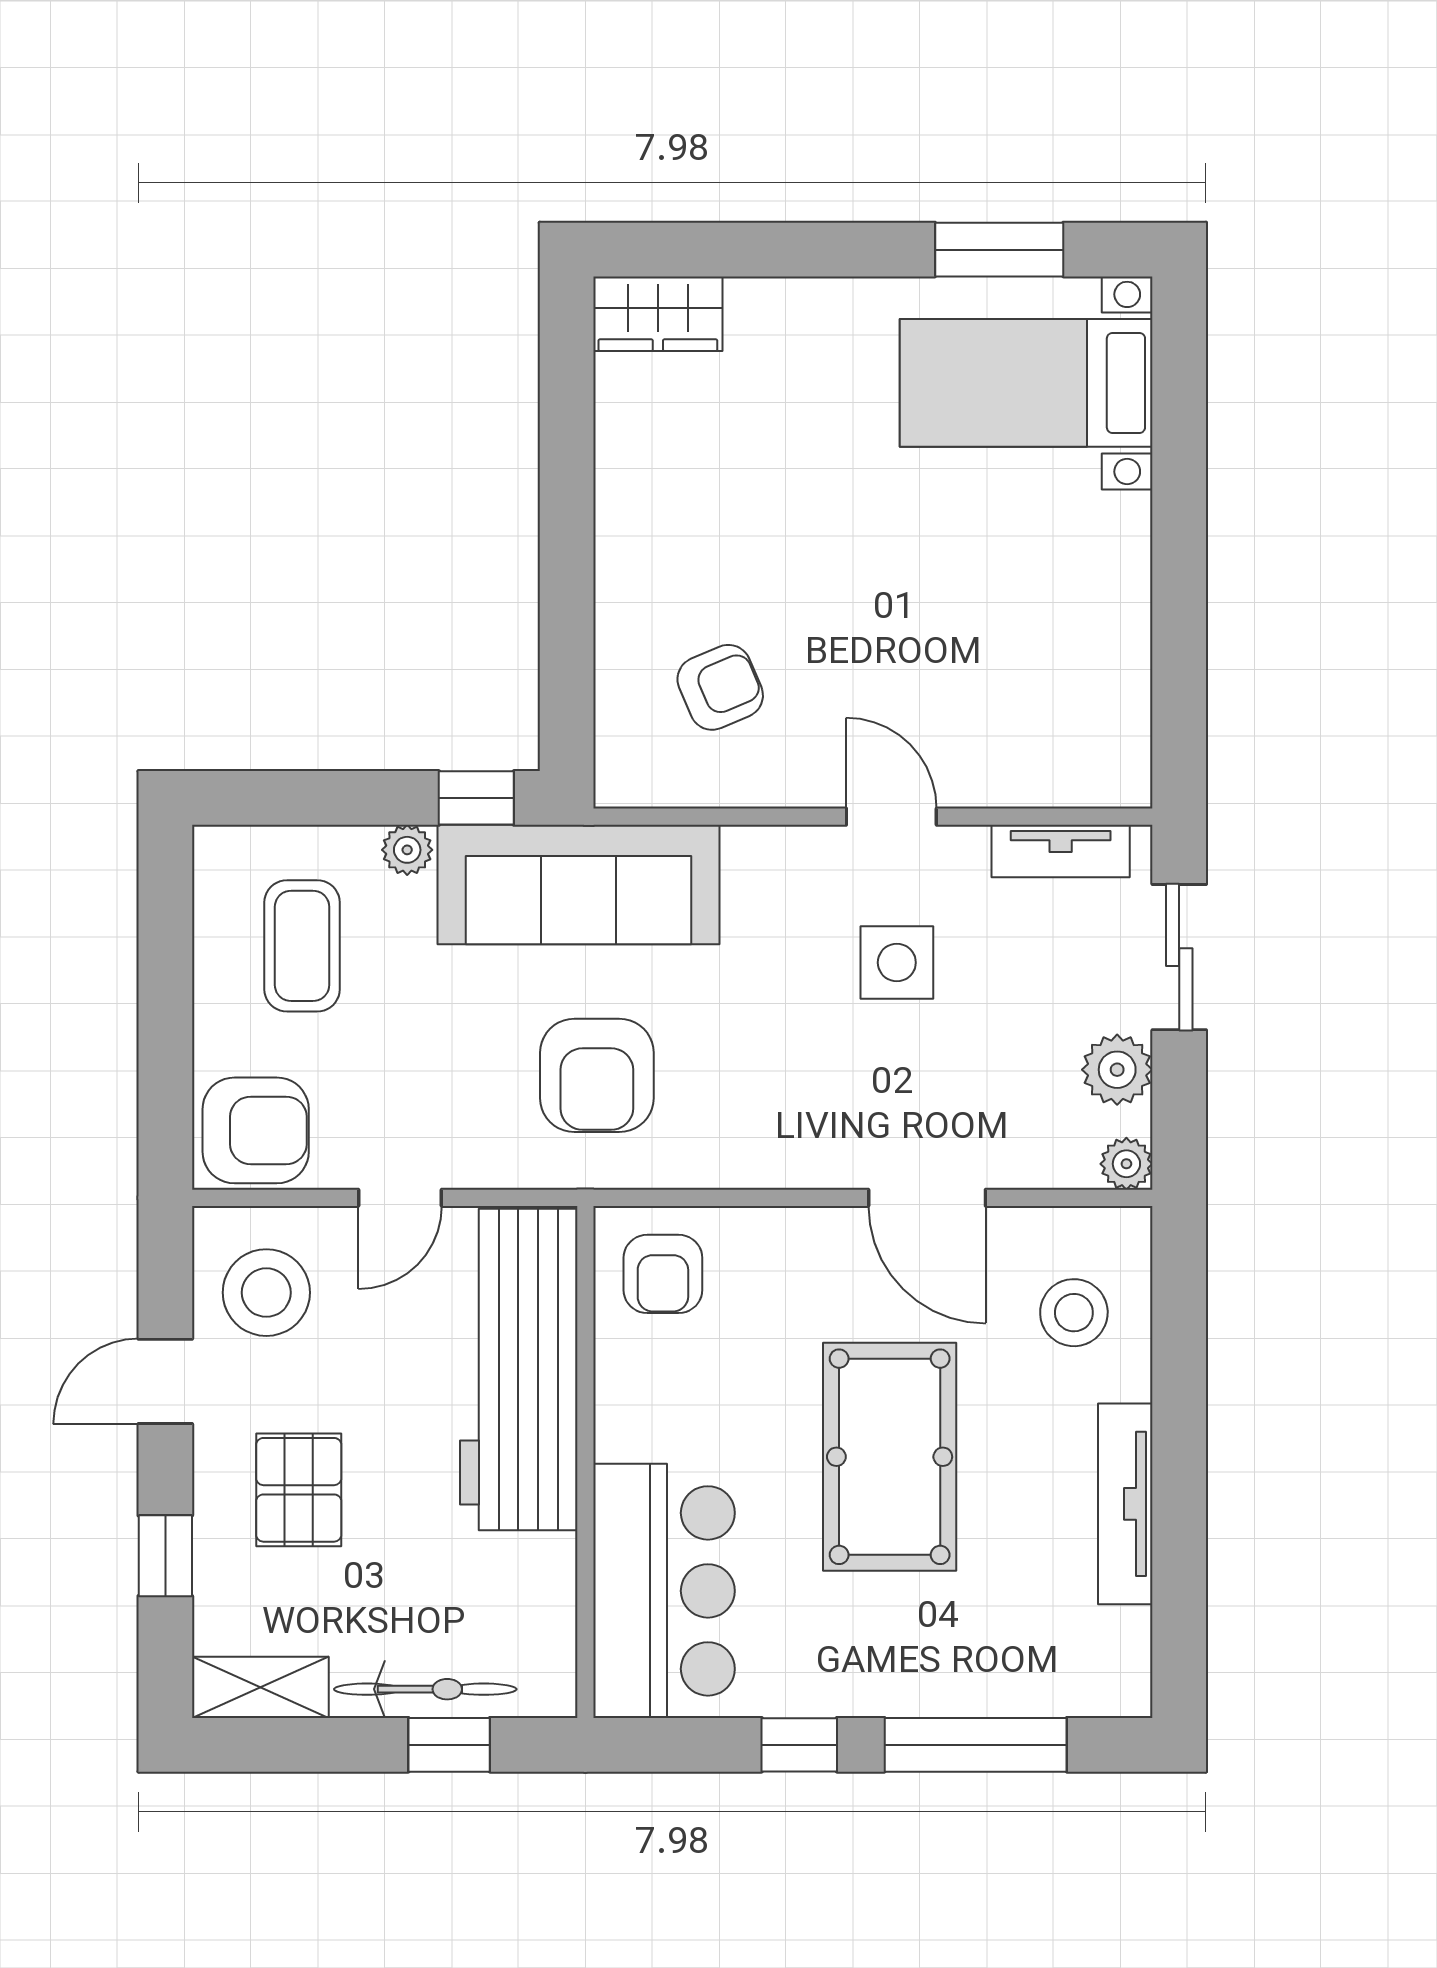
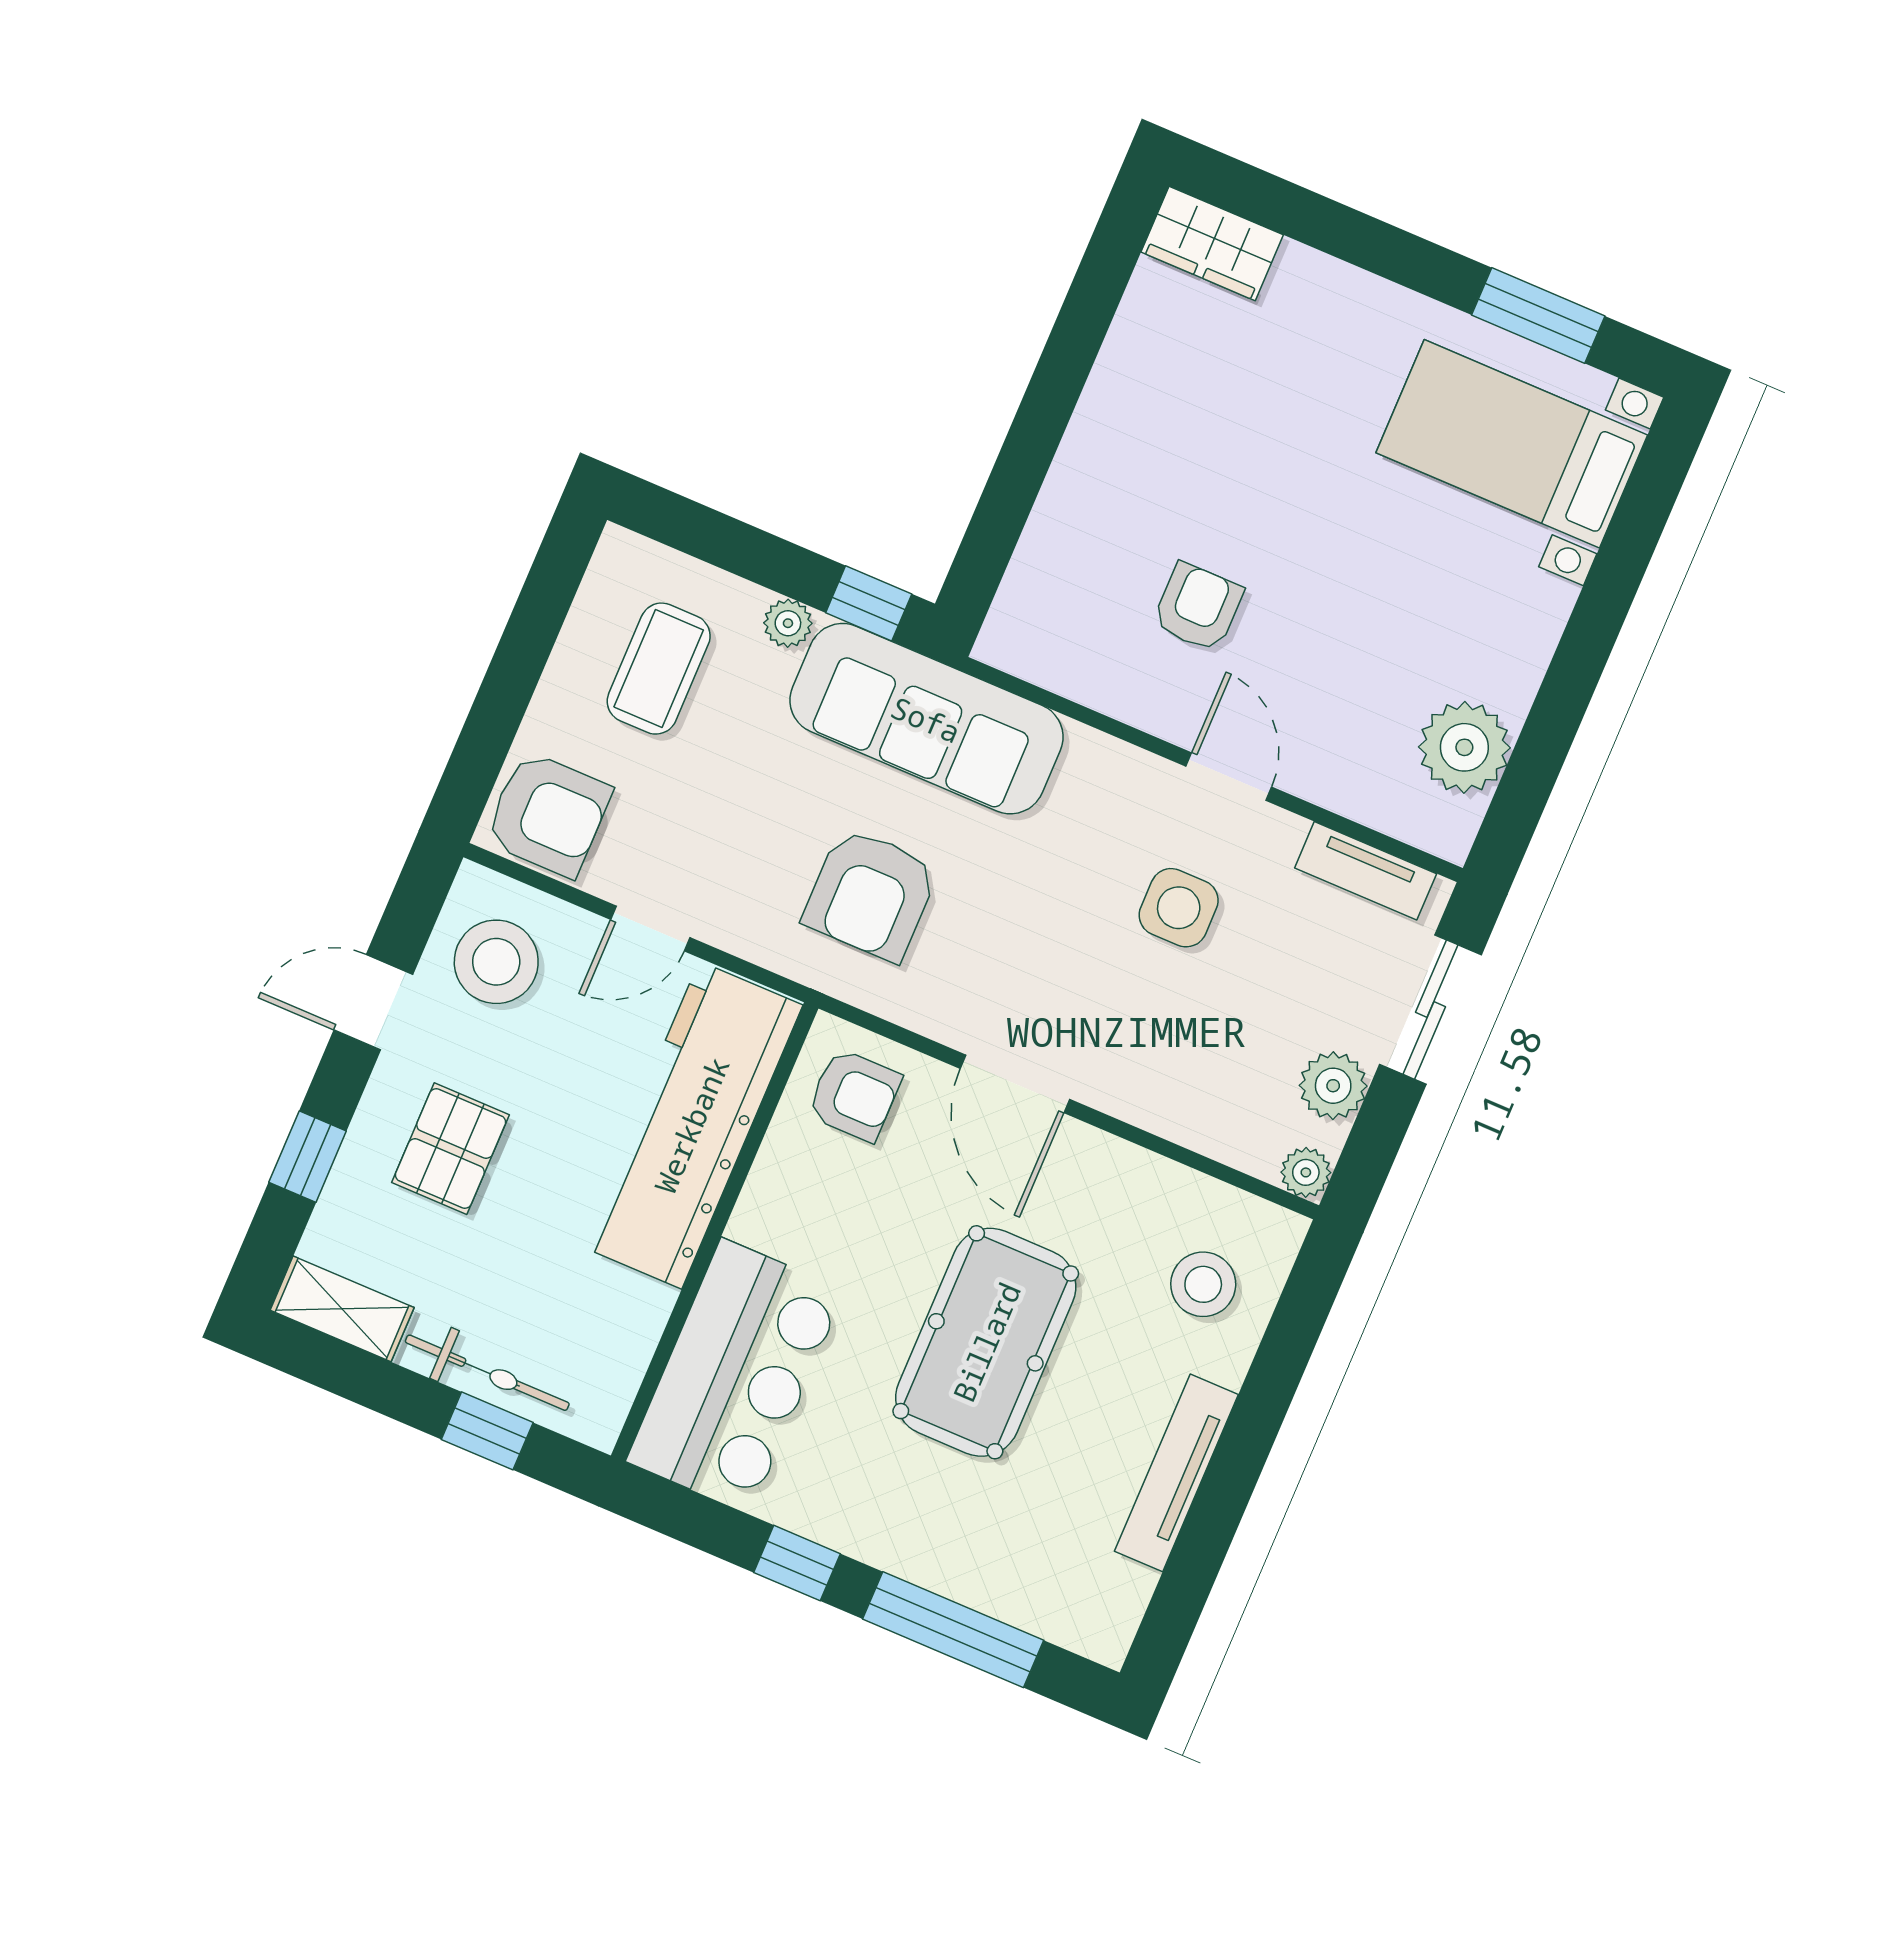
armchair: (720, 687) -> (1198, 607), moved, turned -67
plant: (1105, 693) -> (1464, 747), added
door: (927, 1198) -> (1015, 1084), moved
armchair: (663, 1274) -> (854, 1095), turned -90

